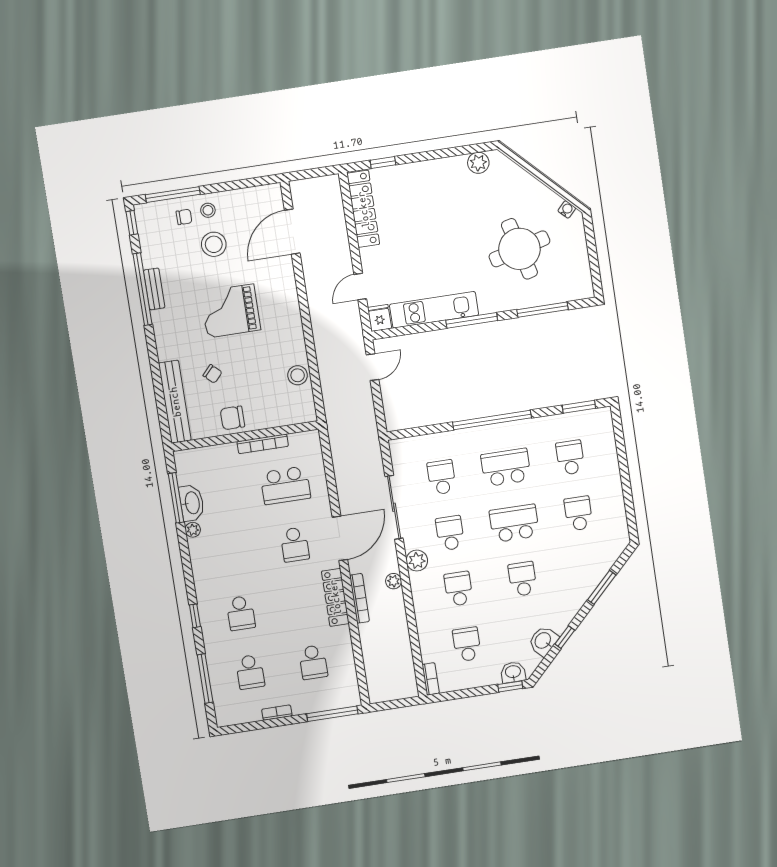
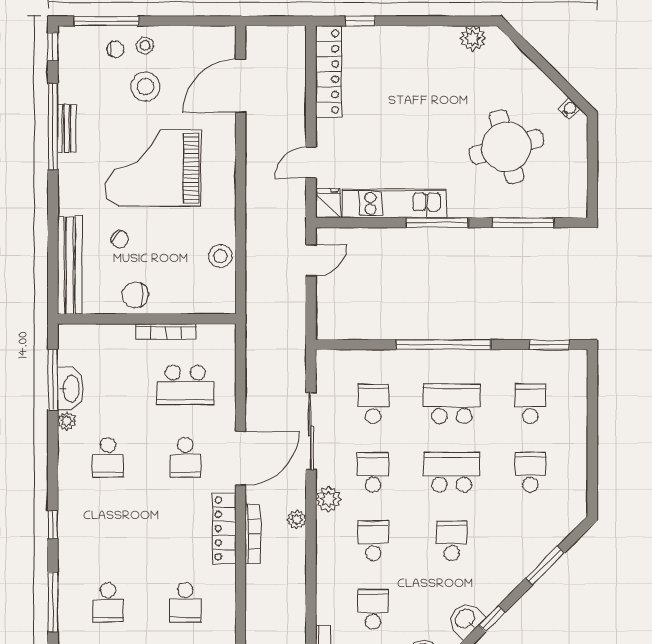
grand piano: (230, 311) -> (153, 168), width x1.37, depth x1.48
school desk: (241, 613) -> (108, 457), moved

